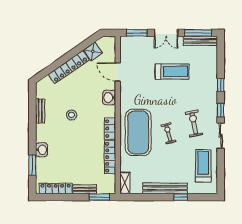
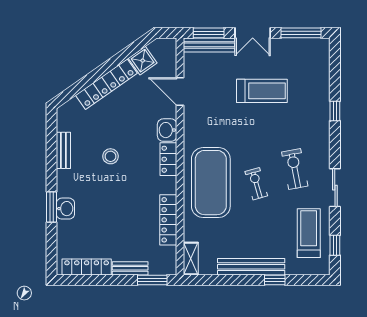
bench: (200, 41) -> (209, 45), moved
window: (221, 110) -> (335, 245), moved
locker: (110, 129) -> (168, 159), moved
window: (32, 165) -> (52, 207), moved

